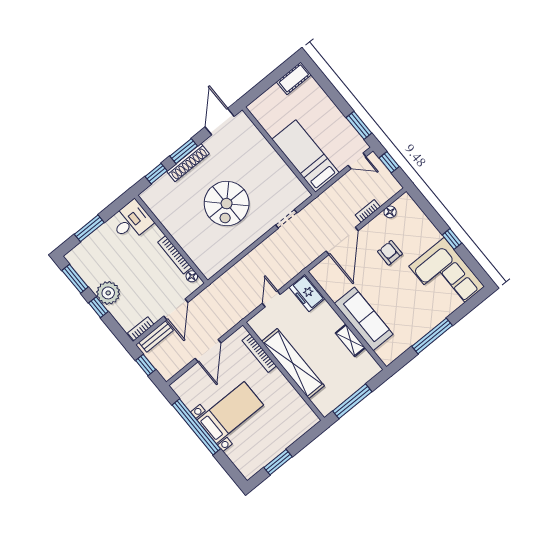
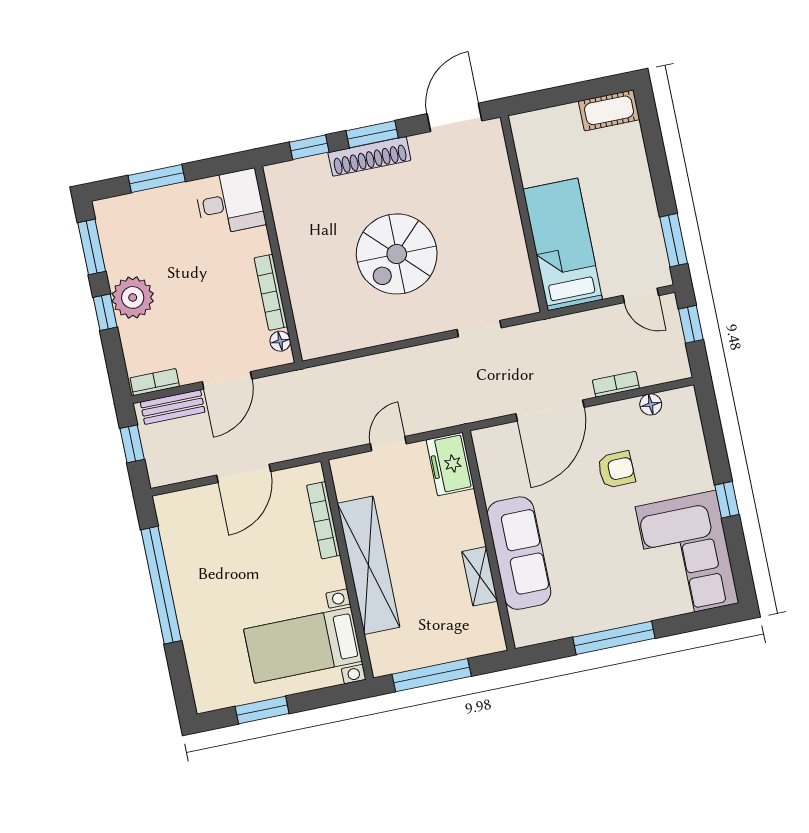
armchair: (390, 253) -> (616, 470), turned 89
bed with nightstands: (230, 413) -> (303, 645), moved, turned 180

